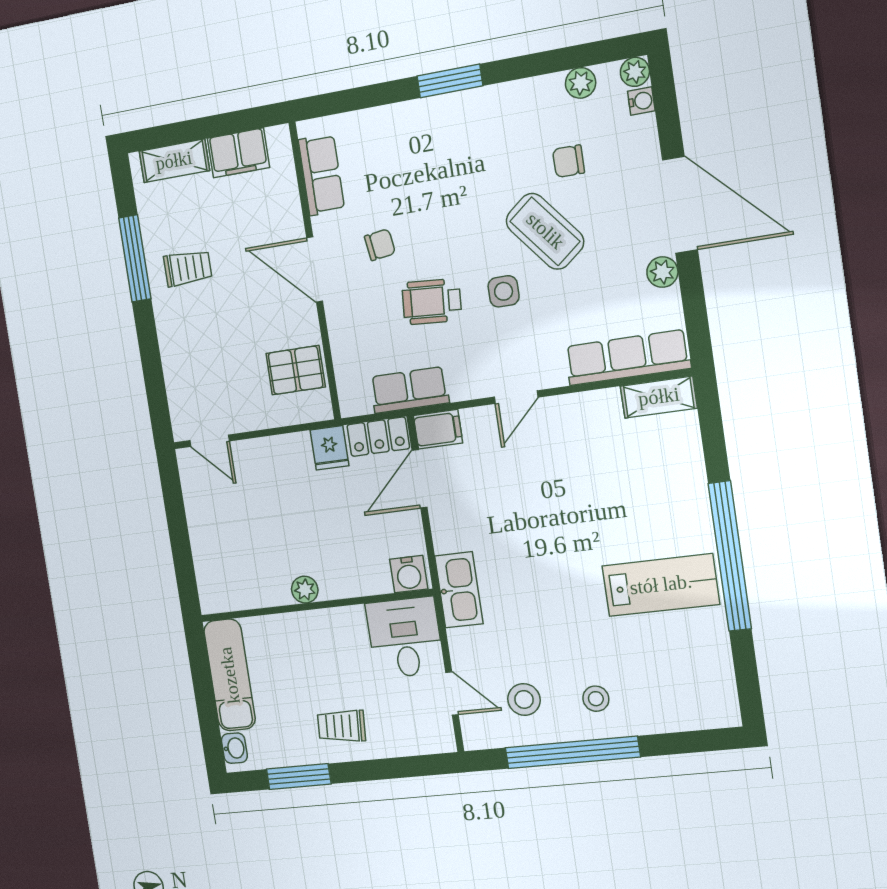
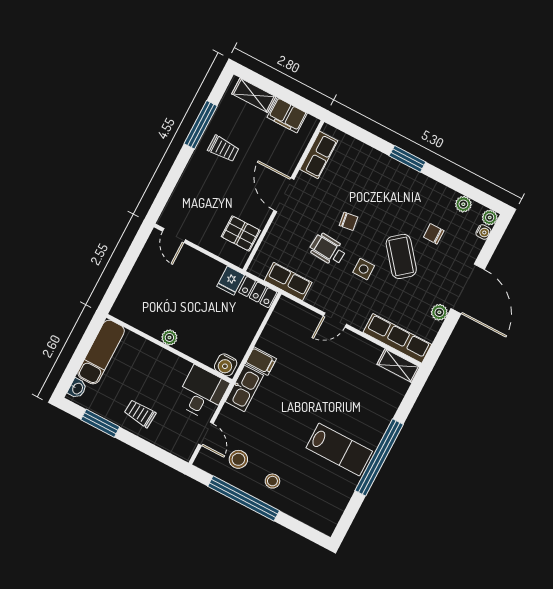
chair: (380, 245) -> (349, 221), moved
filing cabinet: (438, 429) -> (261, 361), moved
door: (420, 479) -> (263, 325), removed

